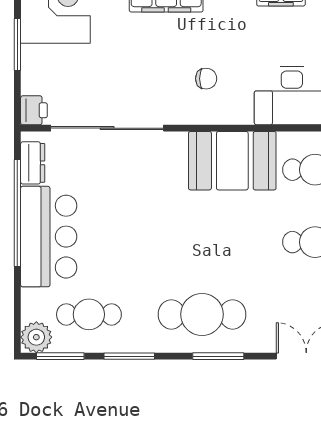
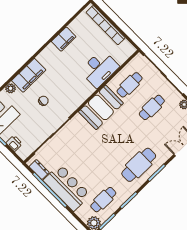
chair: (206, 79) -> (43, 101), moved
printer: (34, 110) -> (14, 143), moved

